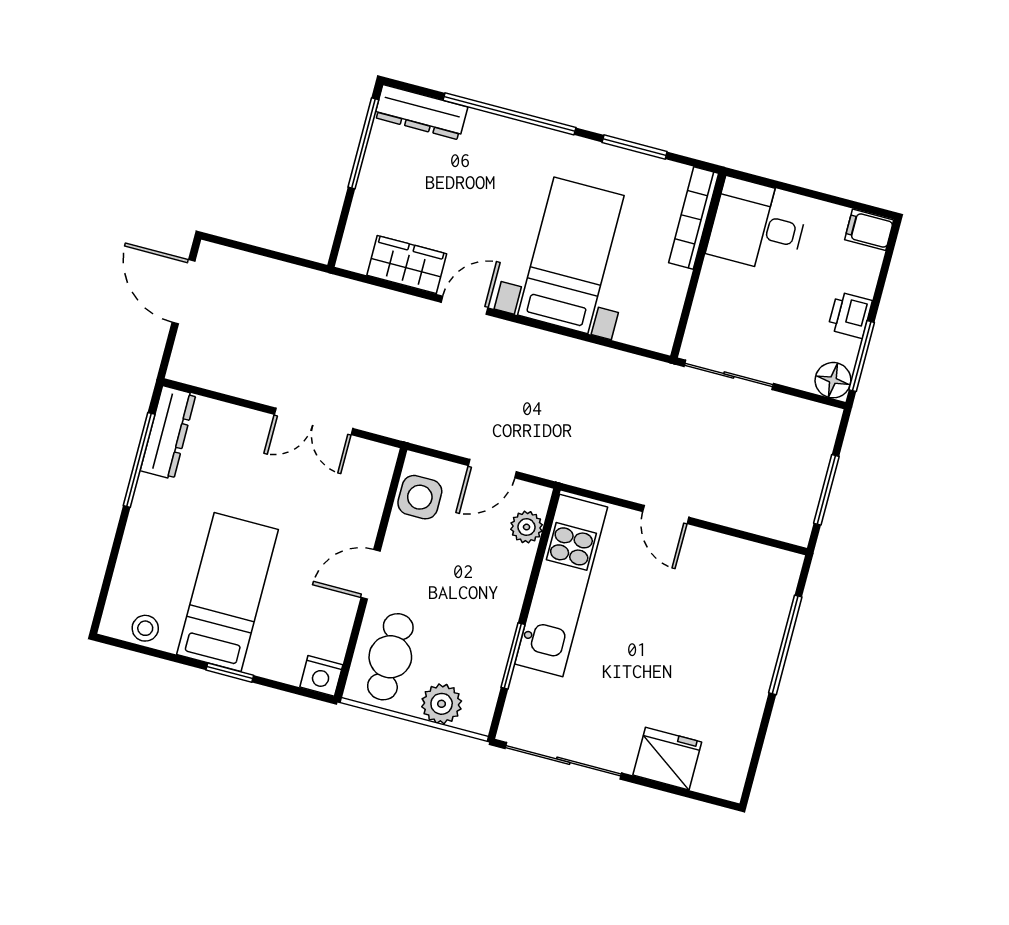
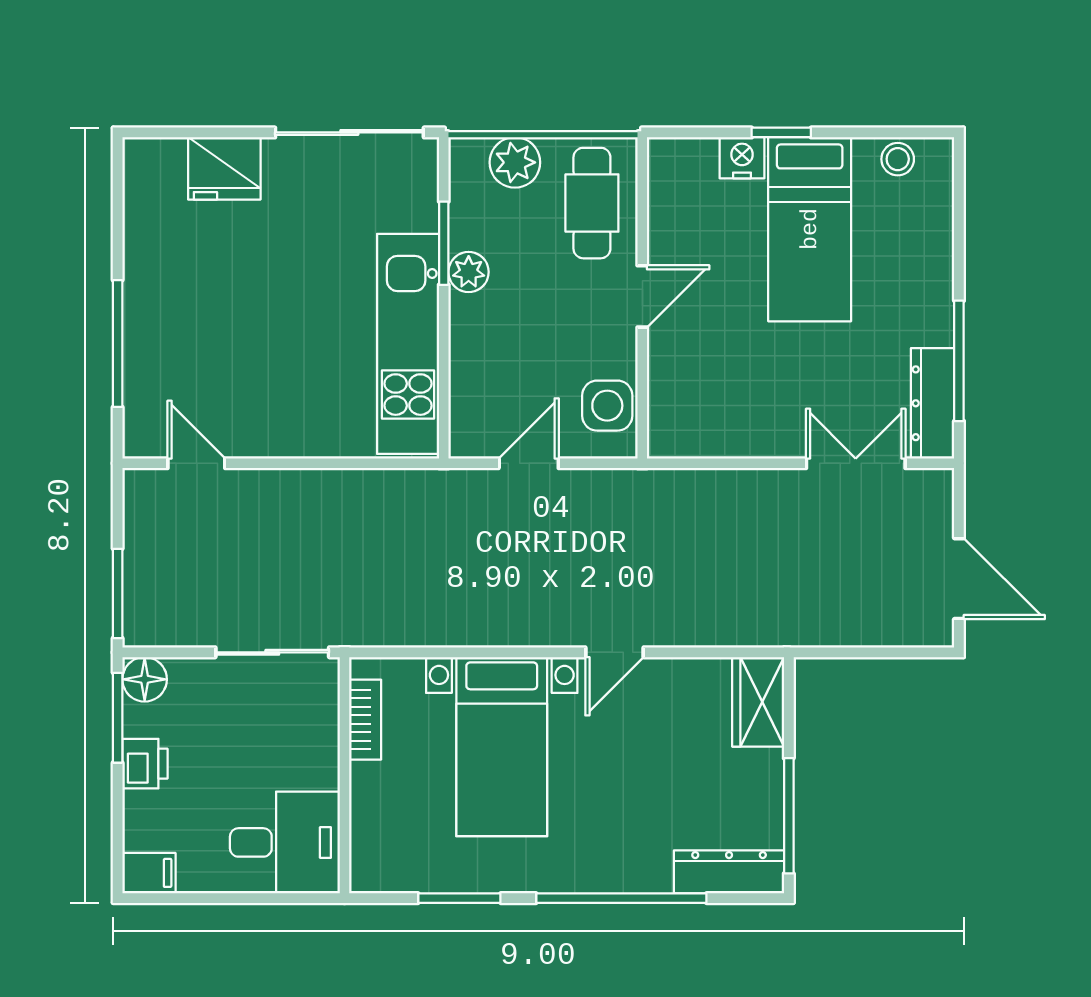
bookcase: (694, 218) -> (365, 720), moved, width x0.64
wardrobe: (407, 265) -> (758, 702), moved, turned 90
double door: (314, 421) -> (856, 463), moved
window: (826, 490) -> (118, 593), moved
door: (666, 514) -> (196, 463), moved
plant: (527, 527) -> (469, 272), moved
nightstand: (321, 676) -> (742, 158), moved

